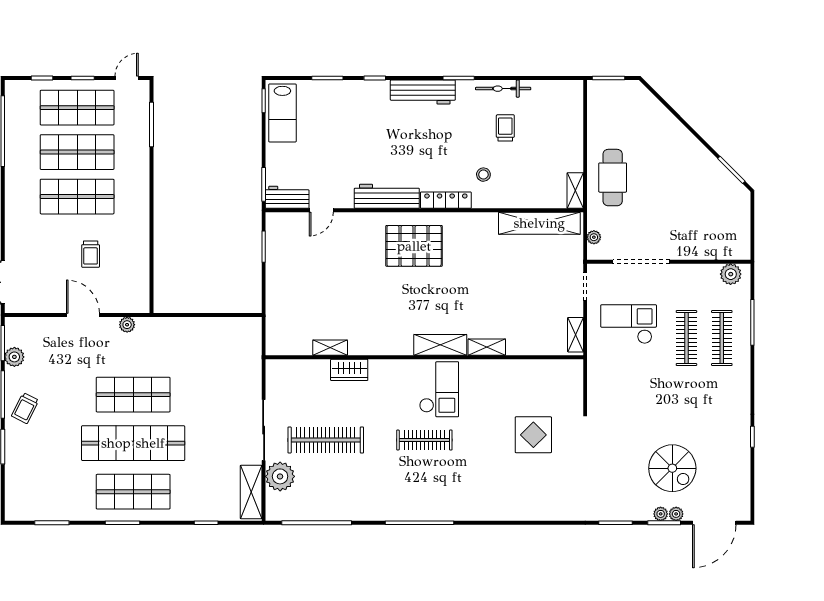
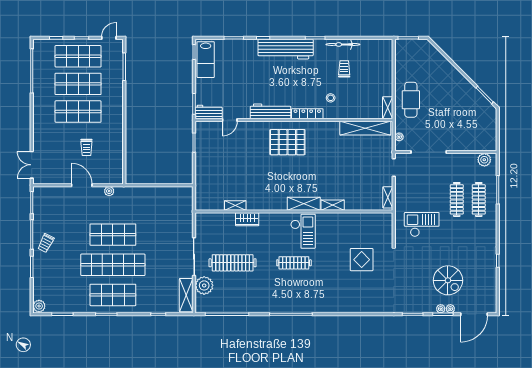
workbench: (423, 92) -> (286, 49), width x1.36, depth x1.32
checkout: (629, 324) -> (422, 225), moved
plant: (14, 357) -> (39, 306), moved

